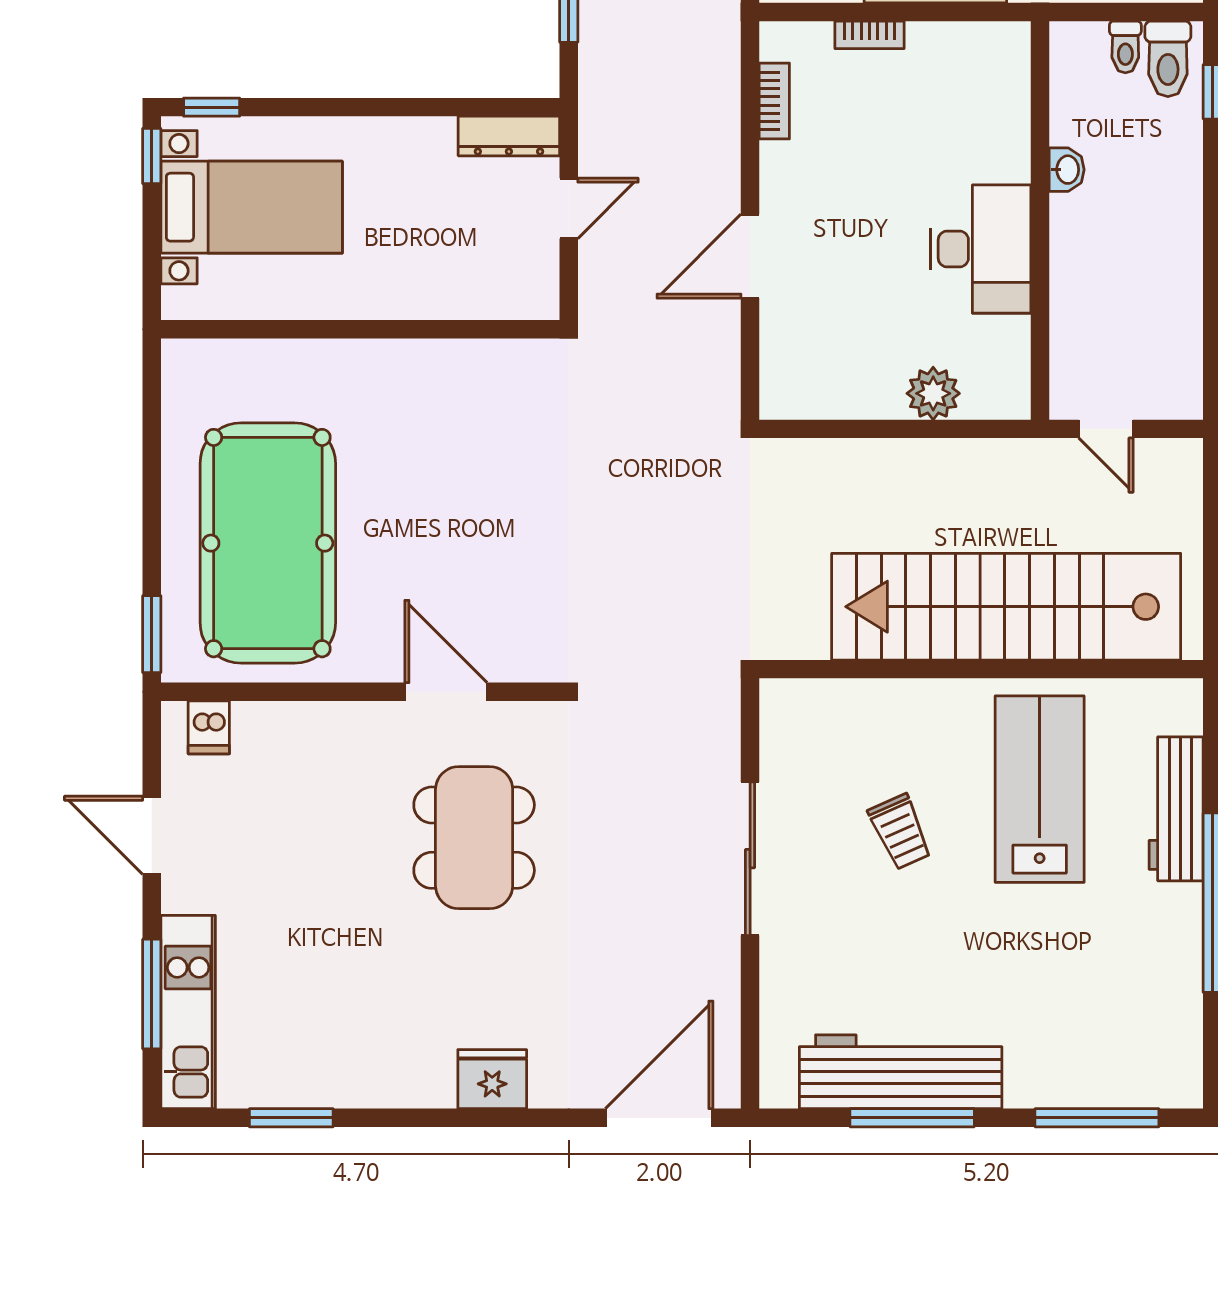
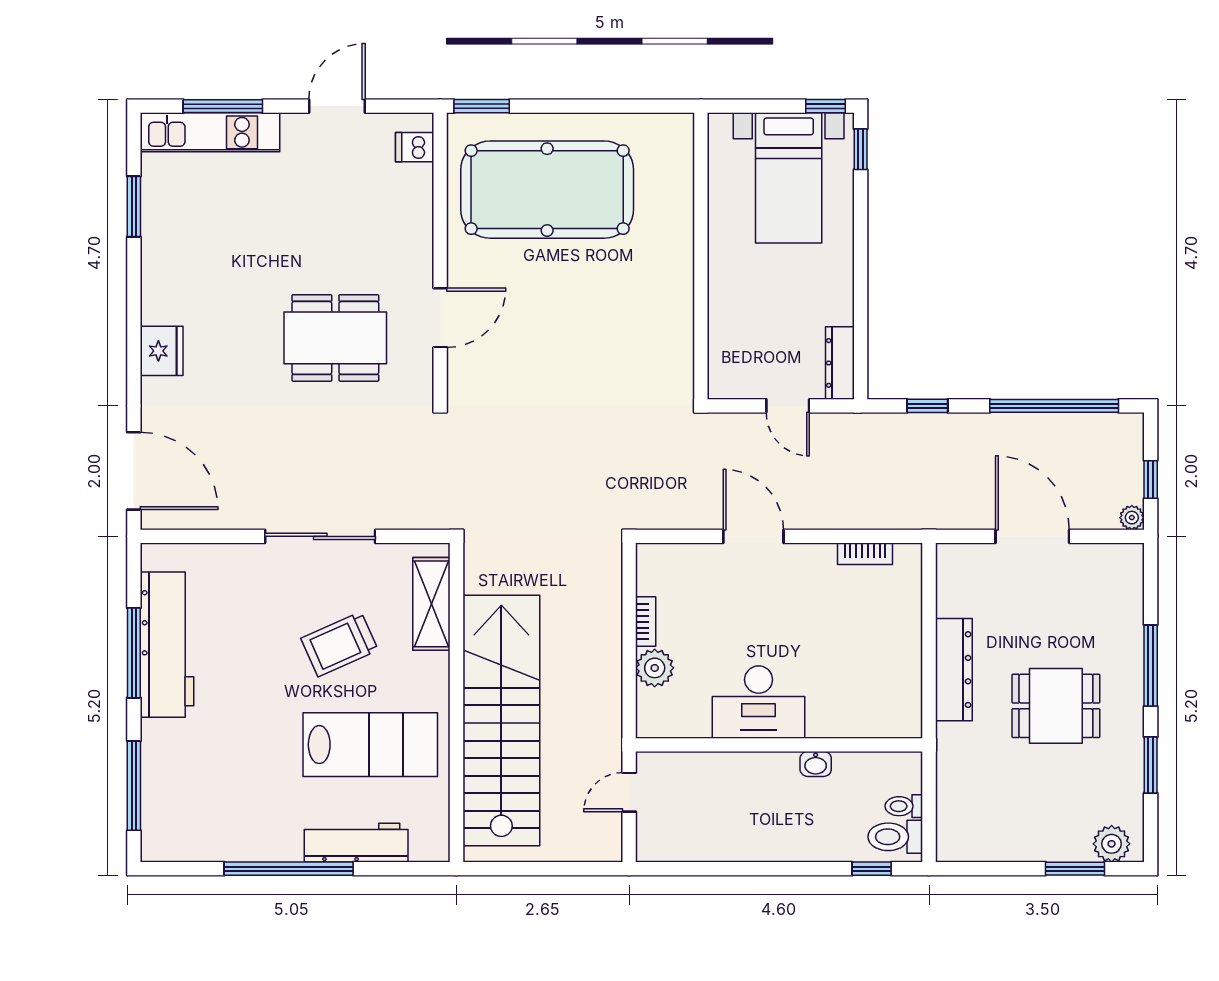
bookcase: (870, 35) -> (646, 622), moved, turned 180
shelving: (844, 704) -> (431, 604), added
trolley: (900, 832) -> (339, 644), width x1.36, depth x1.39

